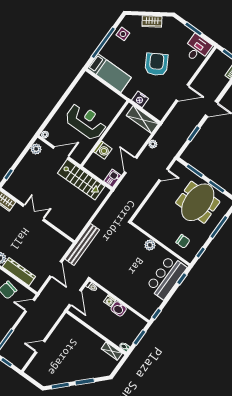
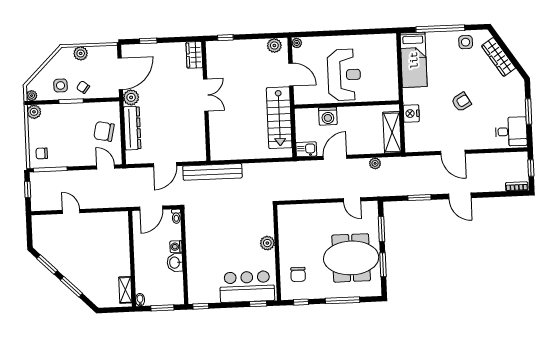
wardrobe: (152, 22) -> (499, 57), width x1.50
armchair: (156, 64) -> (461, 102), width x0.53, depth x0.53

